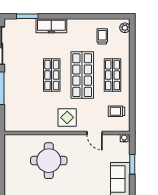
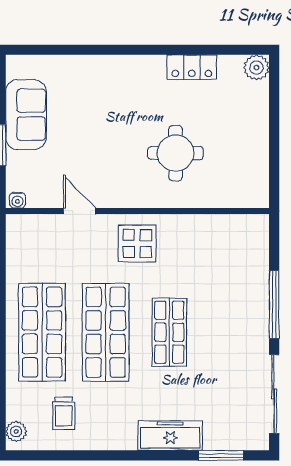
shop shelf: (113, 75) -> (42, 332), width x1.43, depth x1.36
trolley: (117, 111) -> (34, 256), removed
round table: (49, 161) -> (176, 153), width x0.73, depth x0.73

